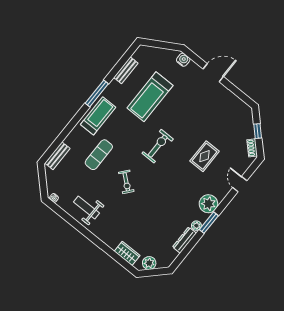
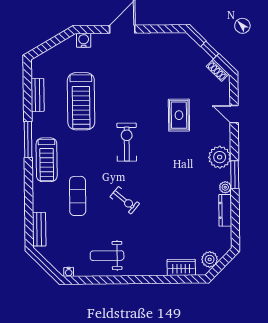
treadmill: (98, 116) -> (47, 160), turned 180

